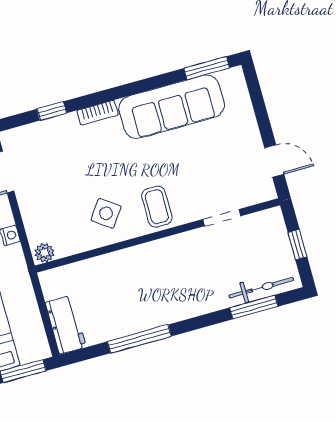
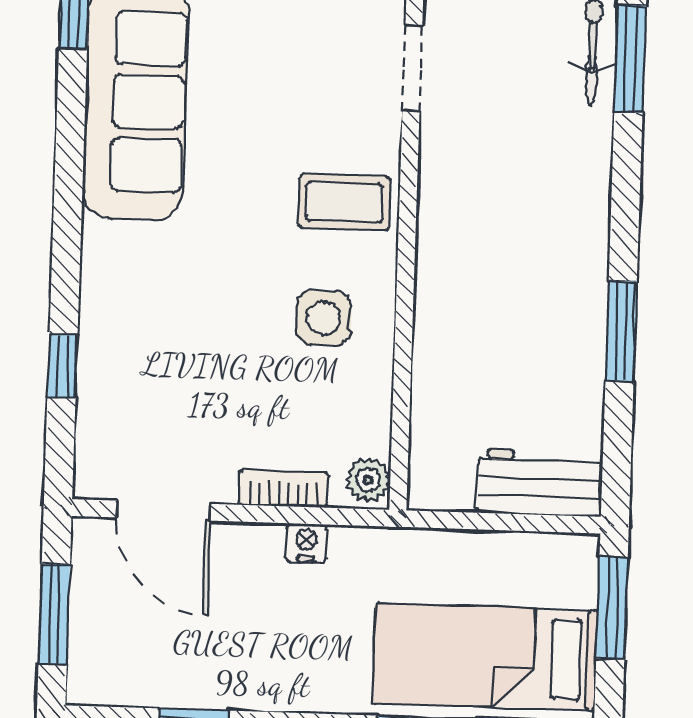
bookcase: (98, 113) -> (284, 488), moved, turned -90
side table: (106, 213) -> (324, 318), turned -36
window: (139, 339) -> (621, 331), width x0.69

